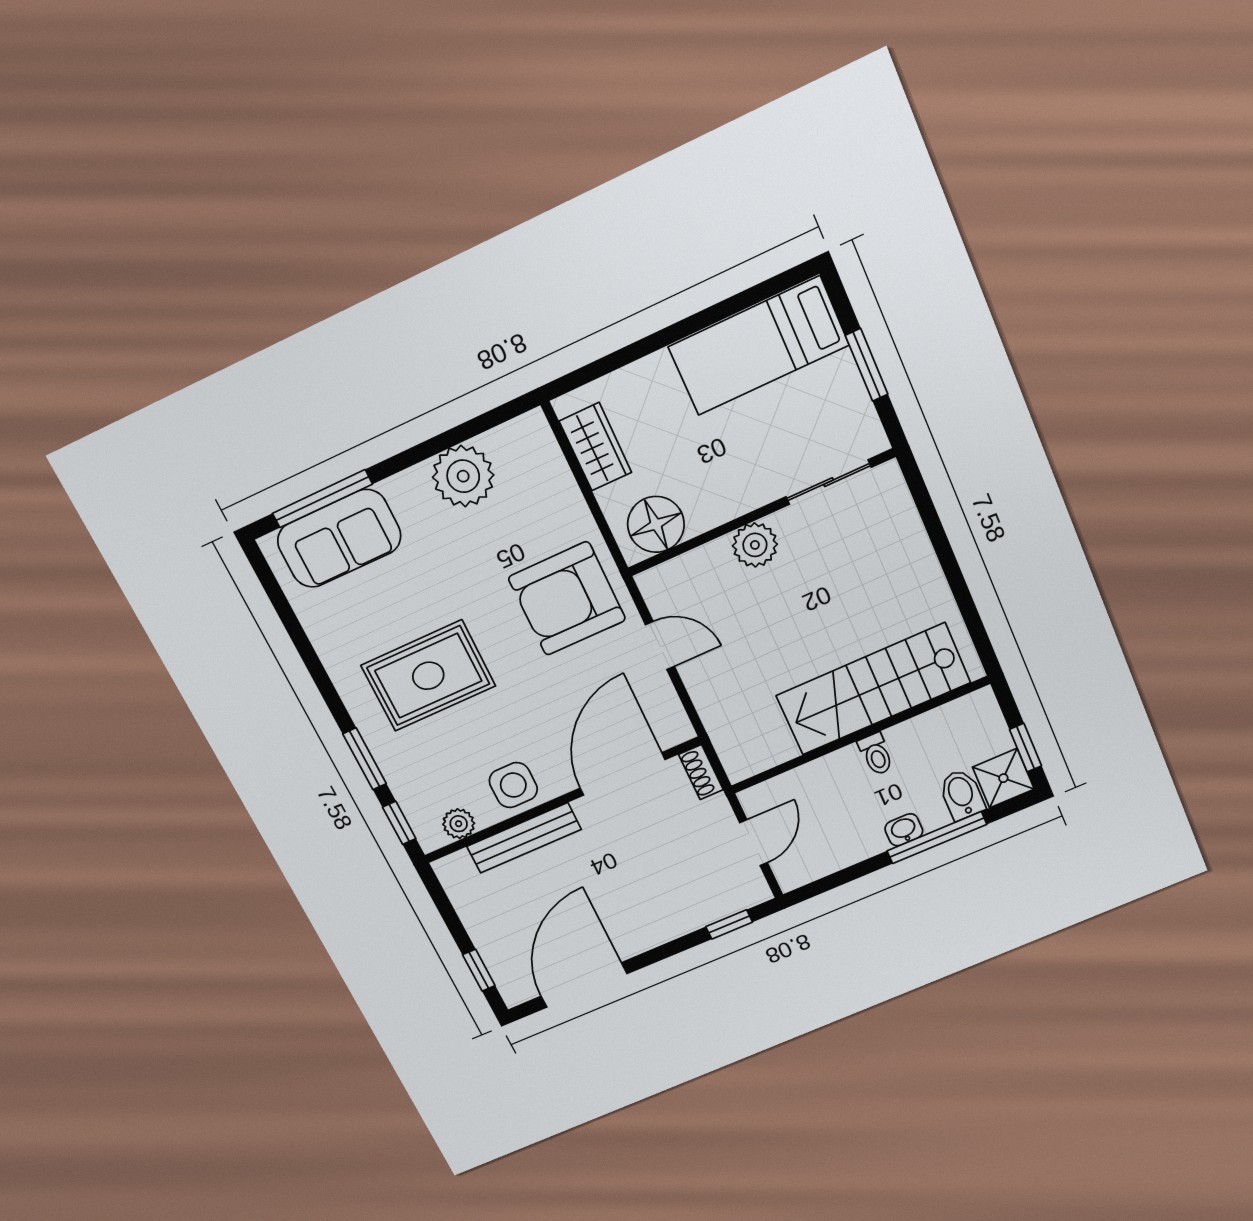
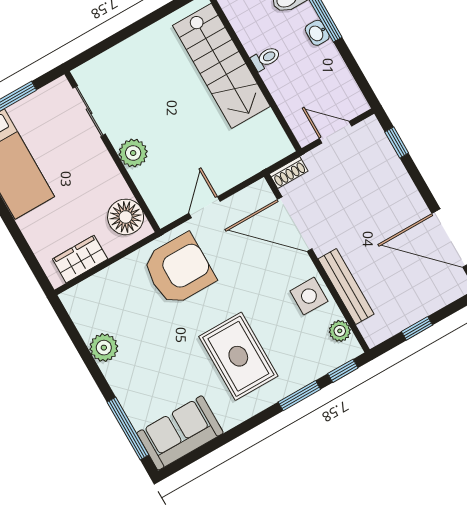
plant: (463, 476) -> (104, 348), width x0.73, depth x0.73
sofa: (339, 538) -> (180, 433), moved, turned -90
armchair: (567, 599) -> (179, 270), turned -90
window: (479, 970) -> (417, 328), moved

